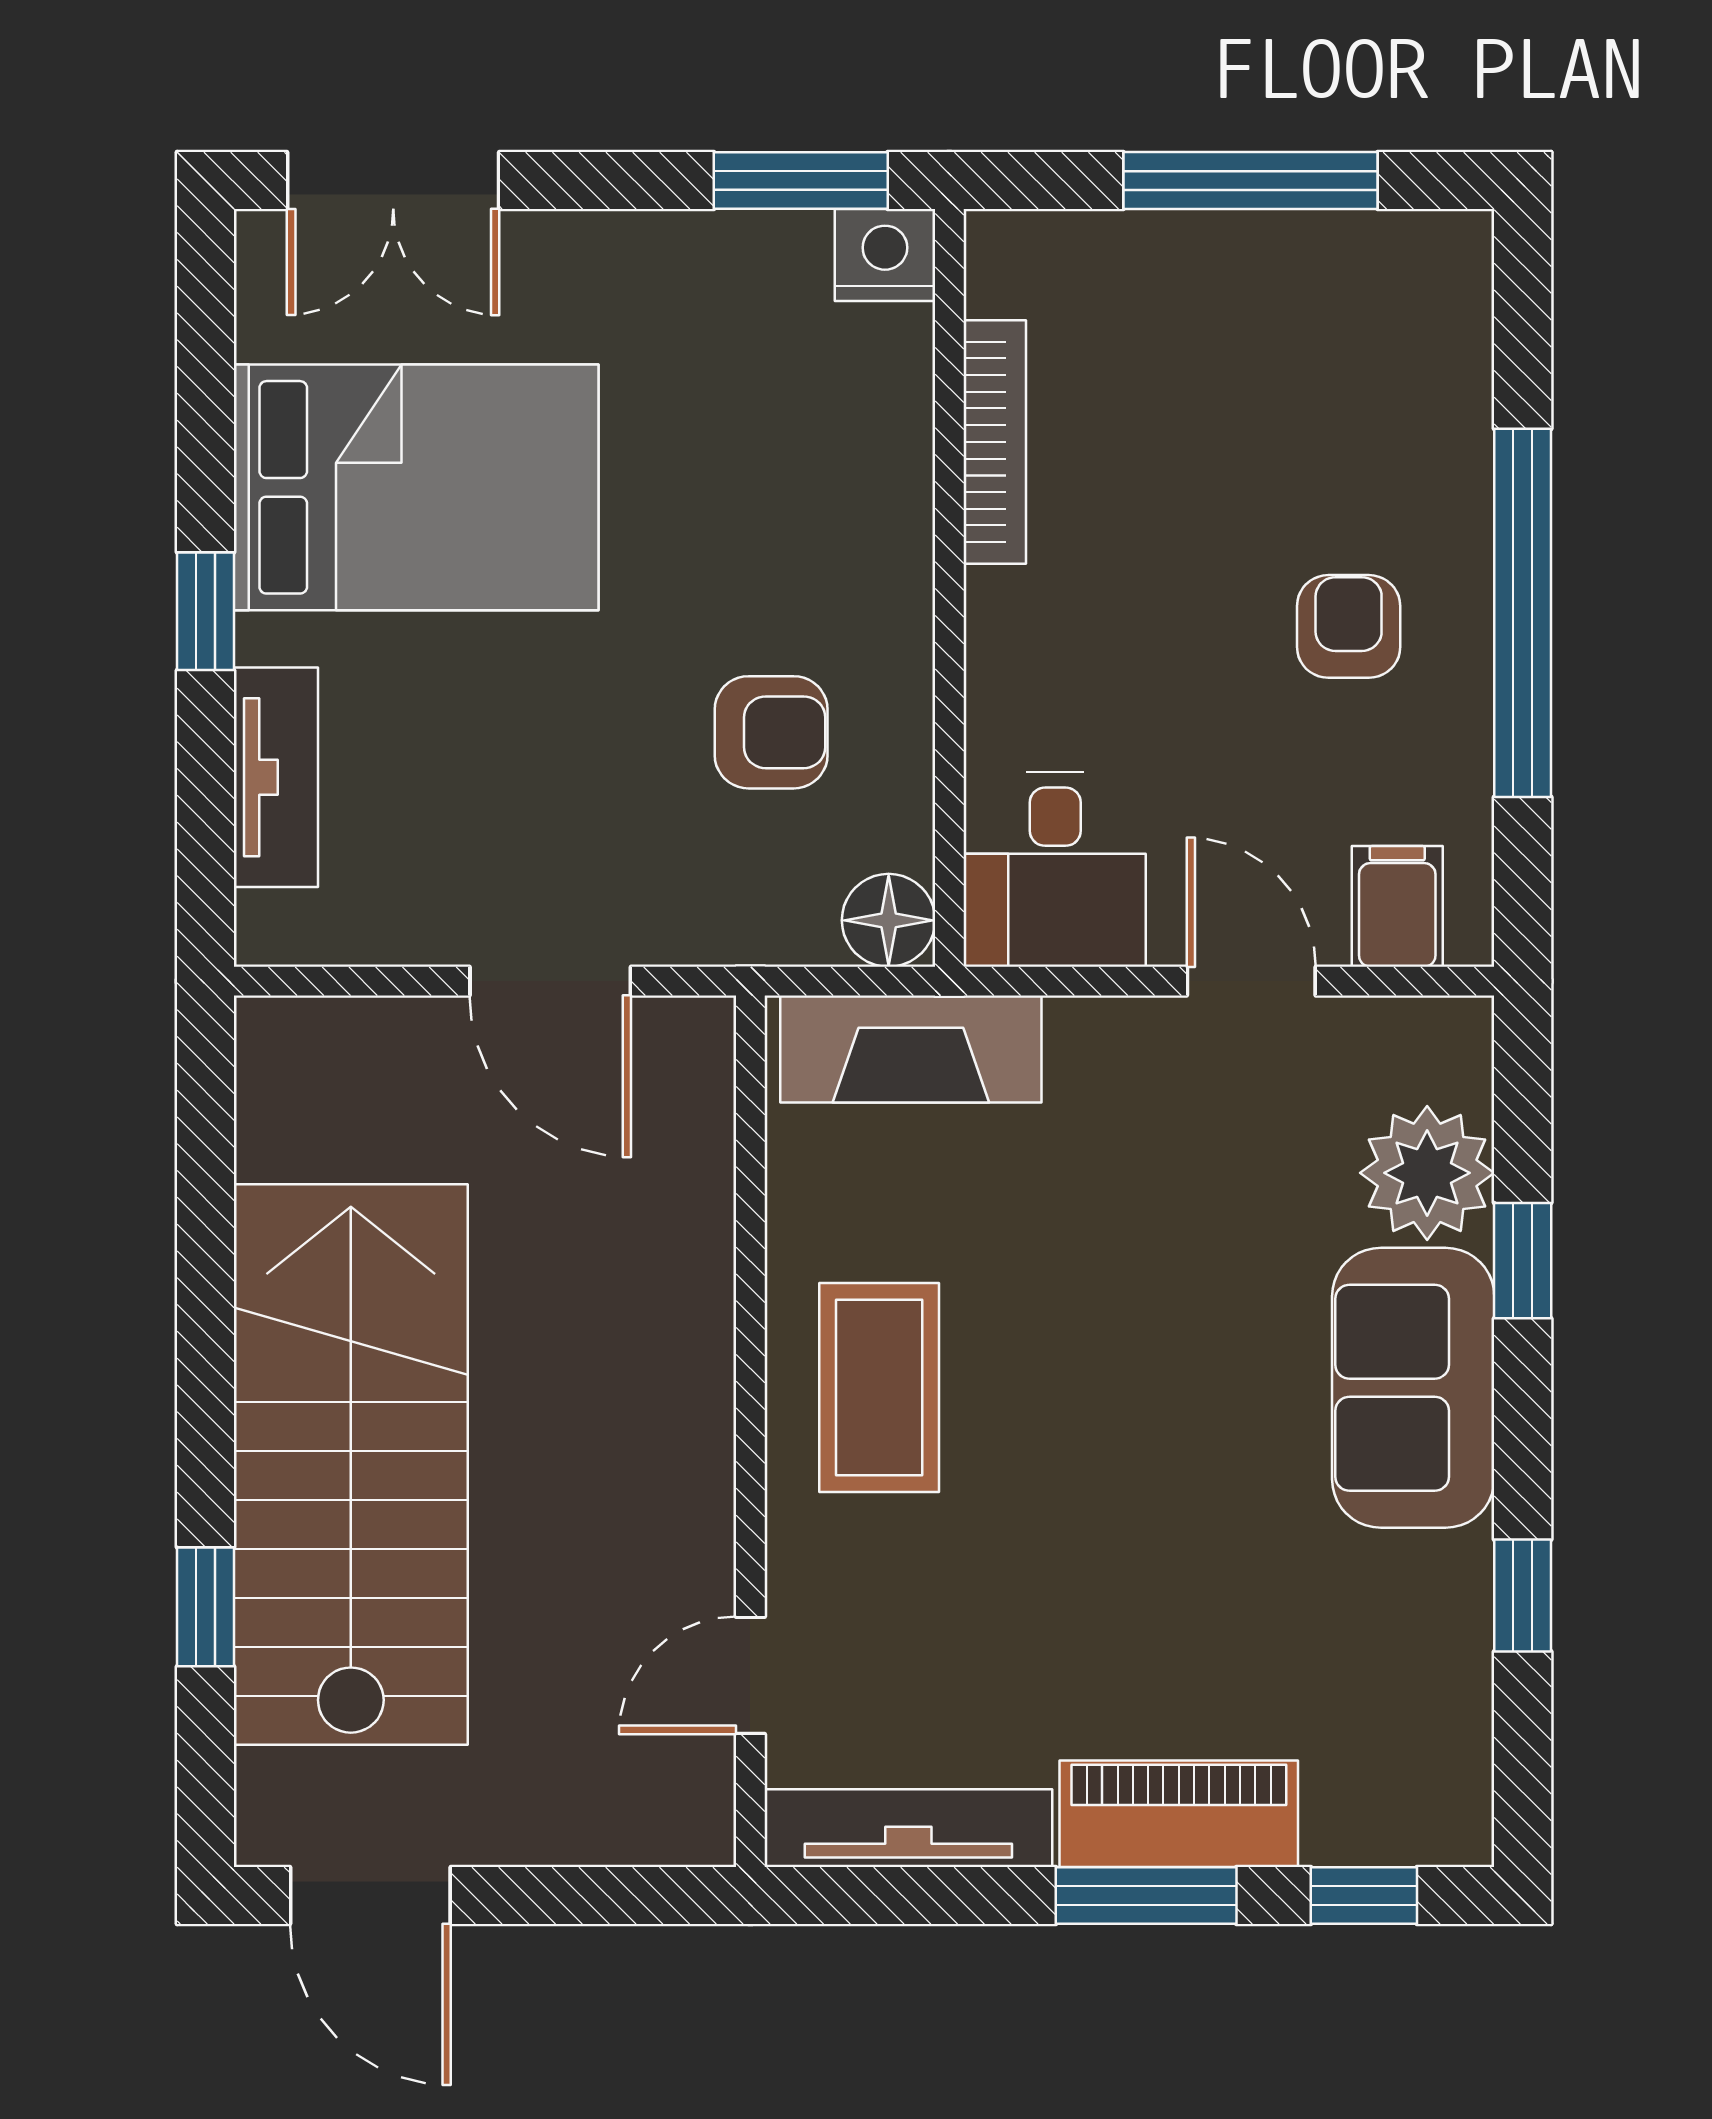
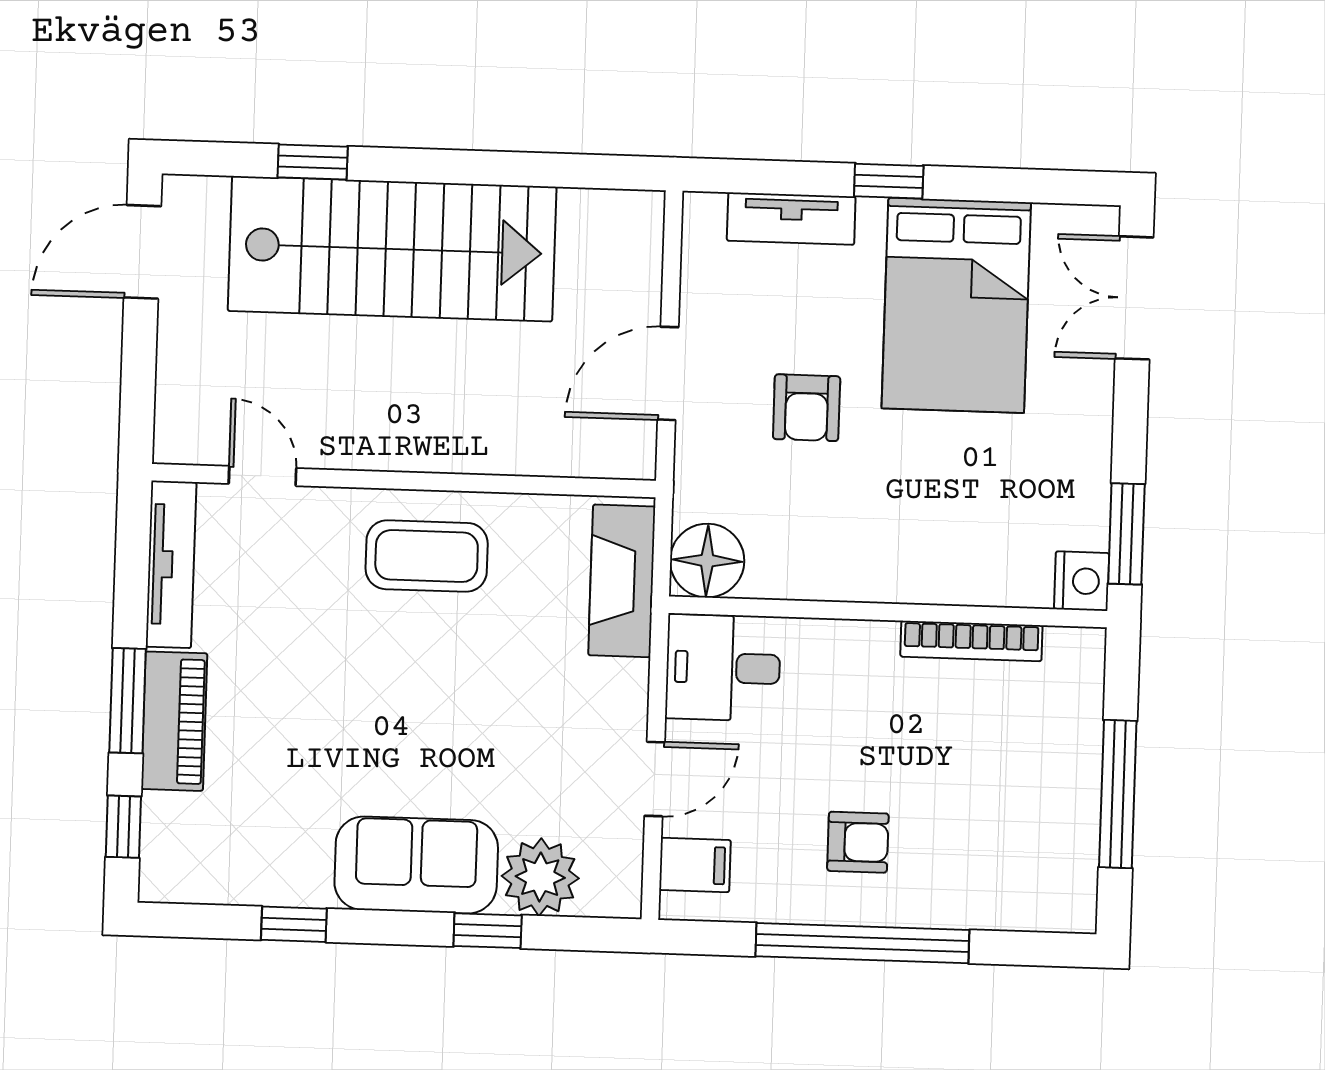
armchair: (771, 732) -> (807, 408), moved
floor lamp: (889, 920) -> (707, 561), width x1.38, depth x1.38

